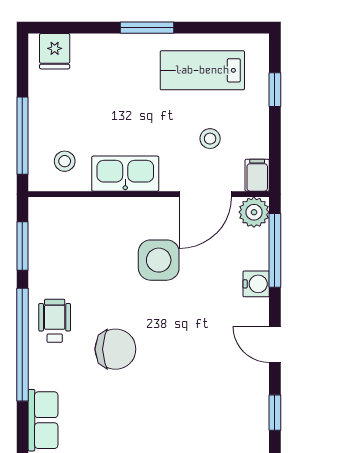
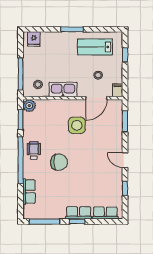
plant: (254, 212) -> (29, 106), moved
window: (275, 250) -> (125, 121), width x0.69
water cooler: (256, 284) -> (117, 135), removed

